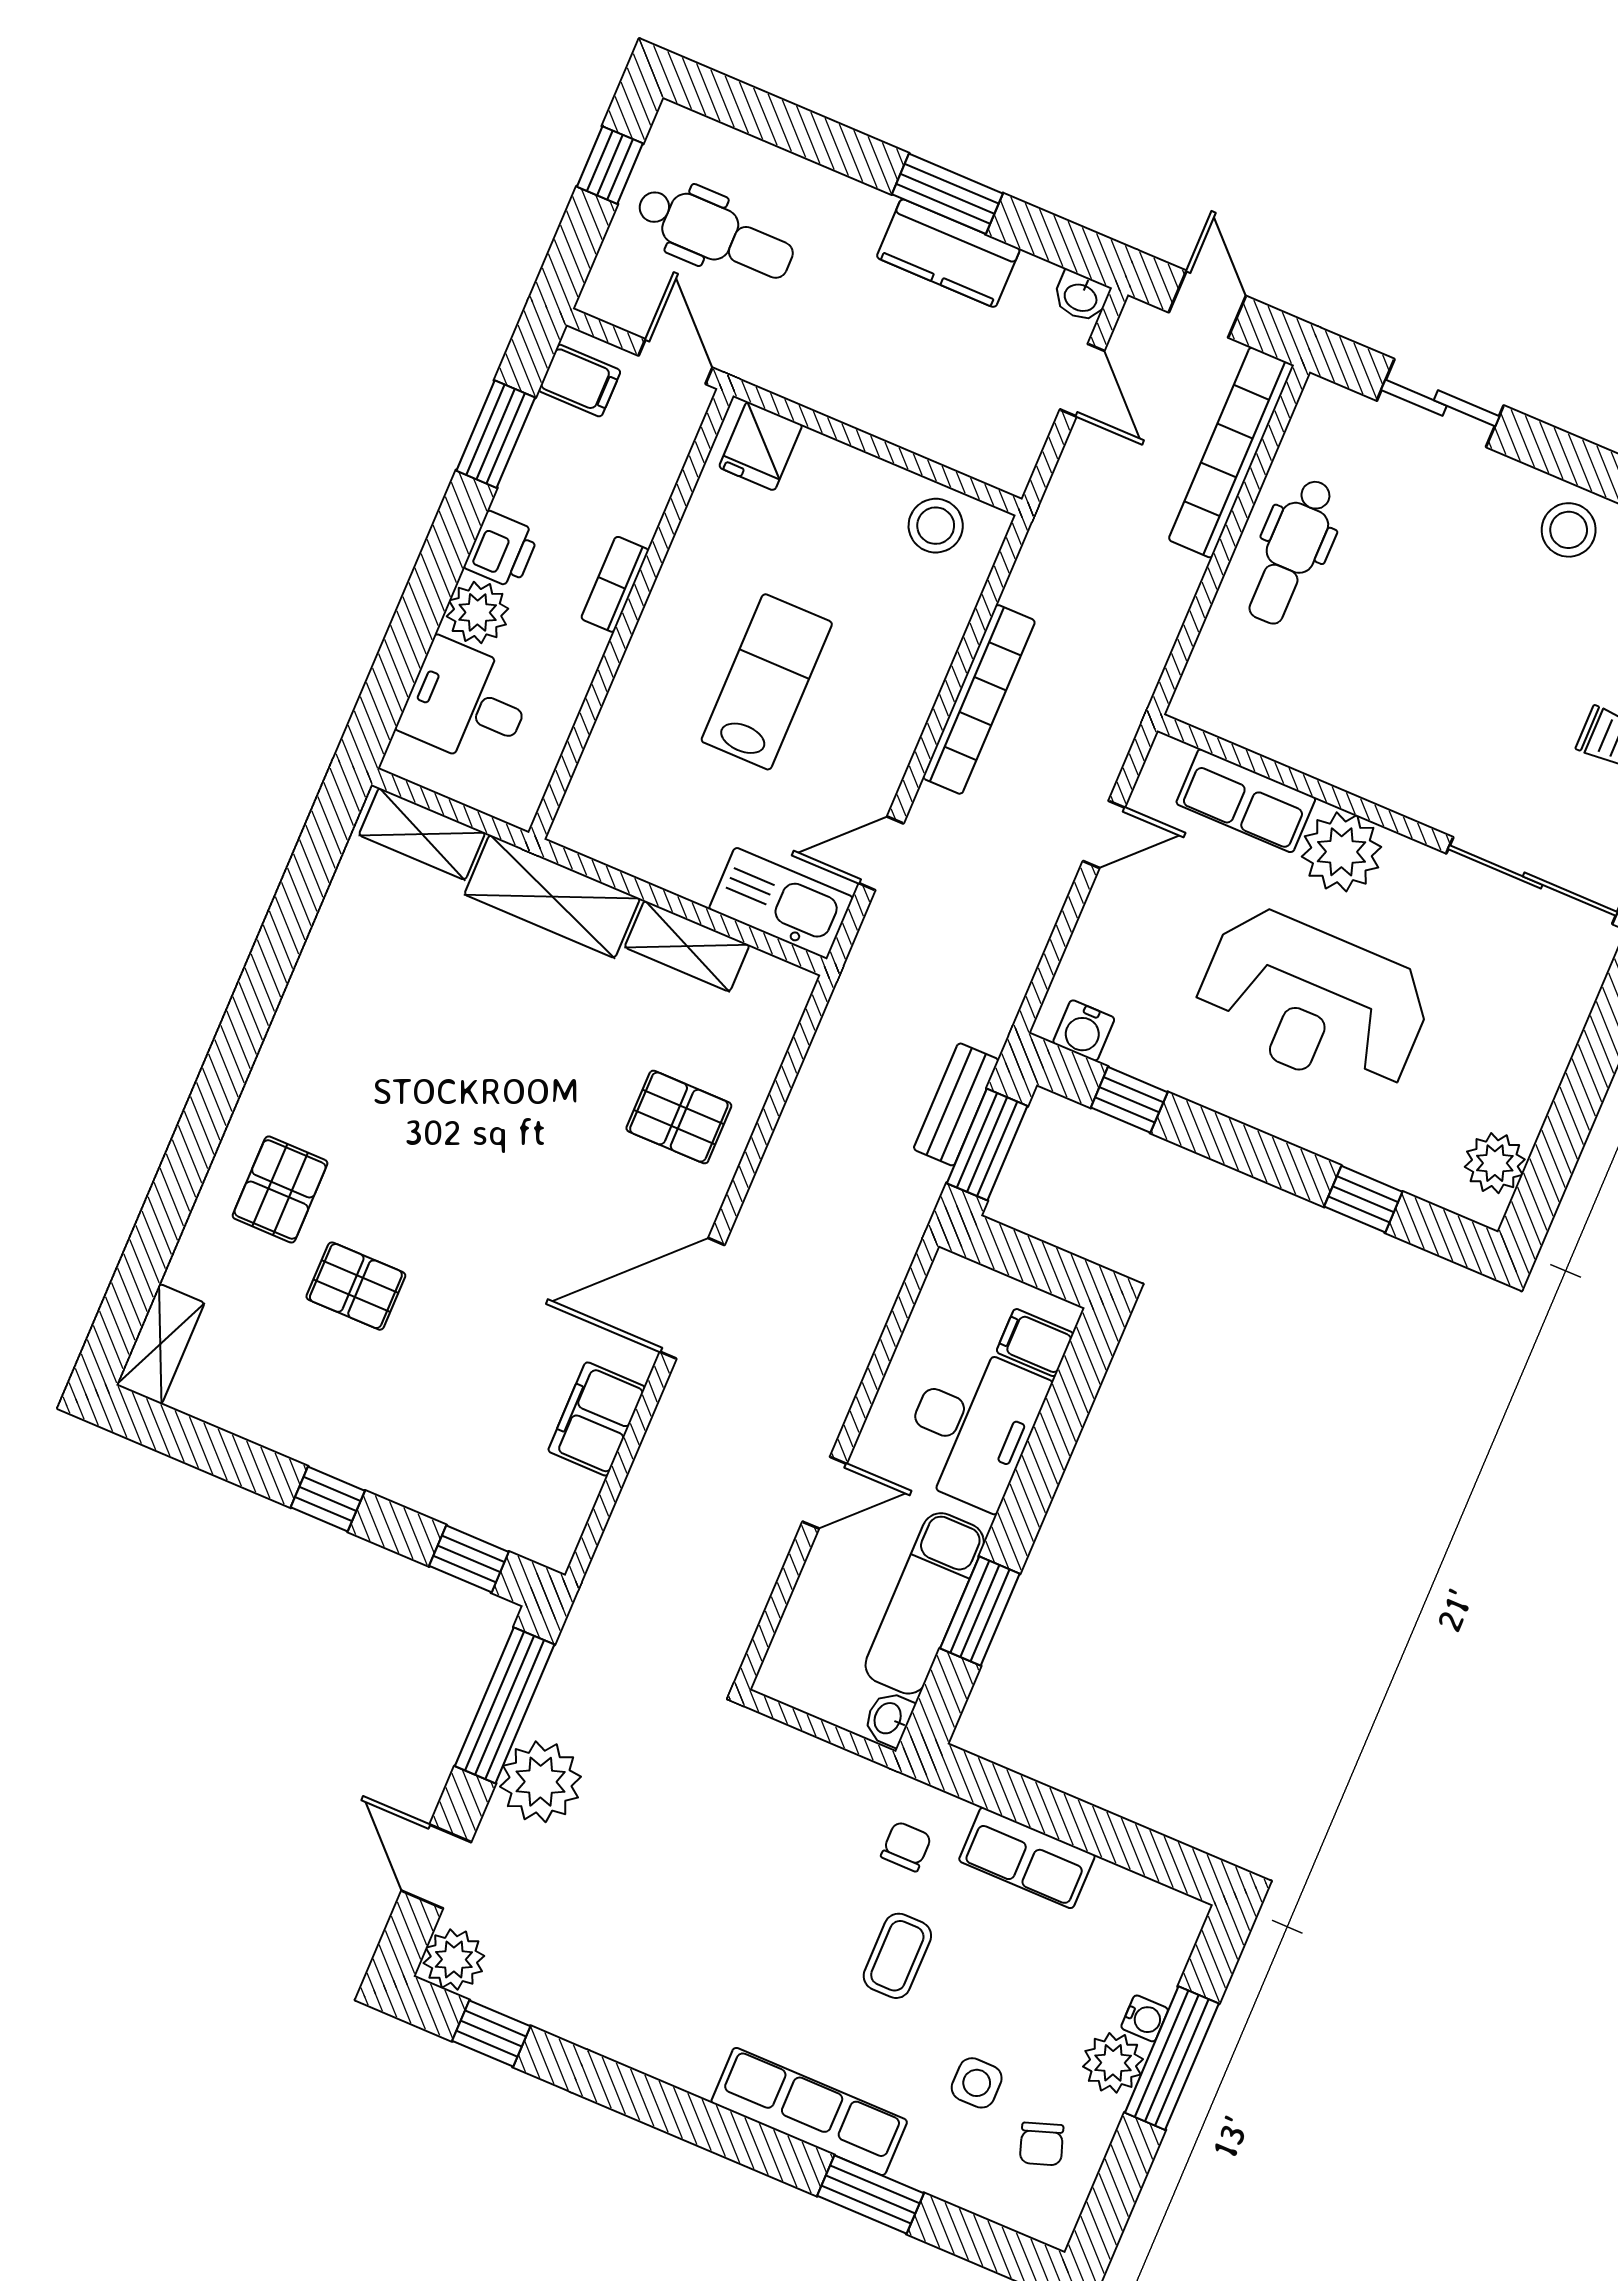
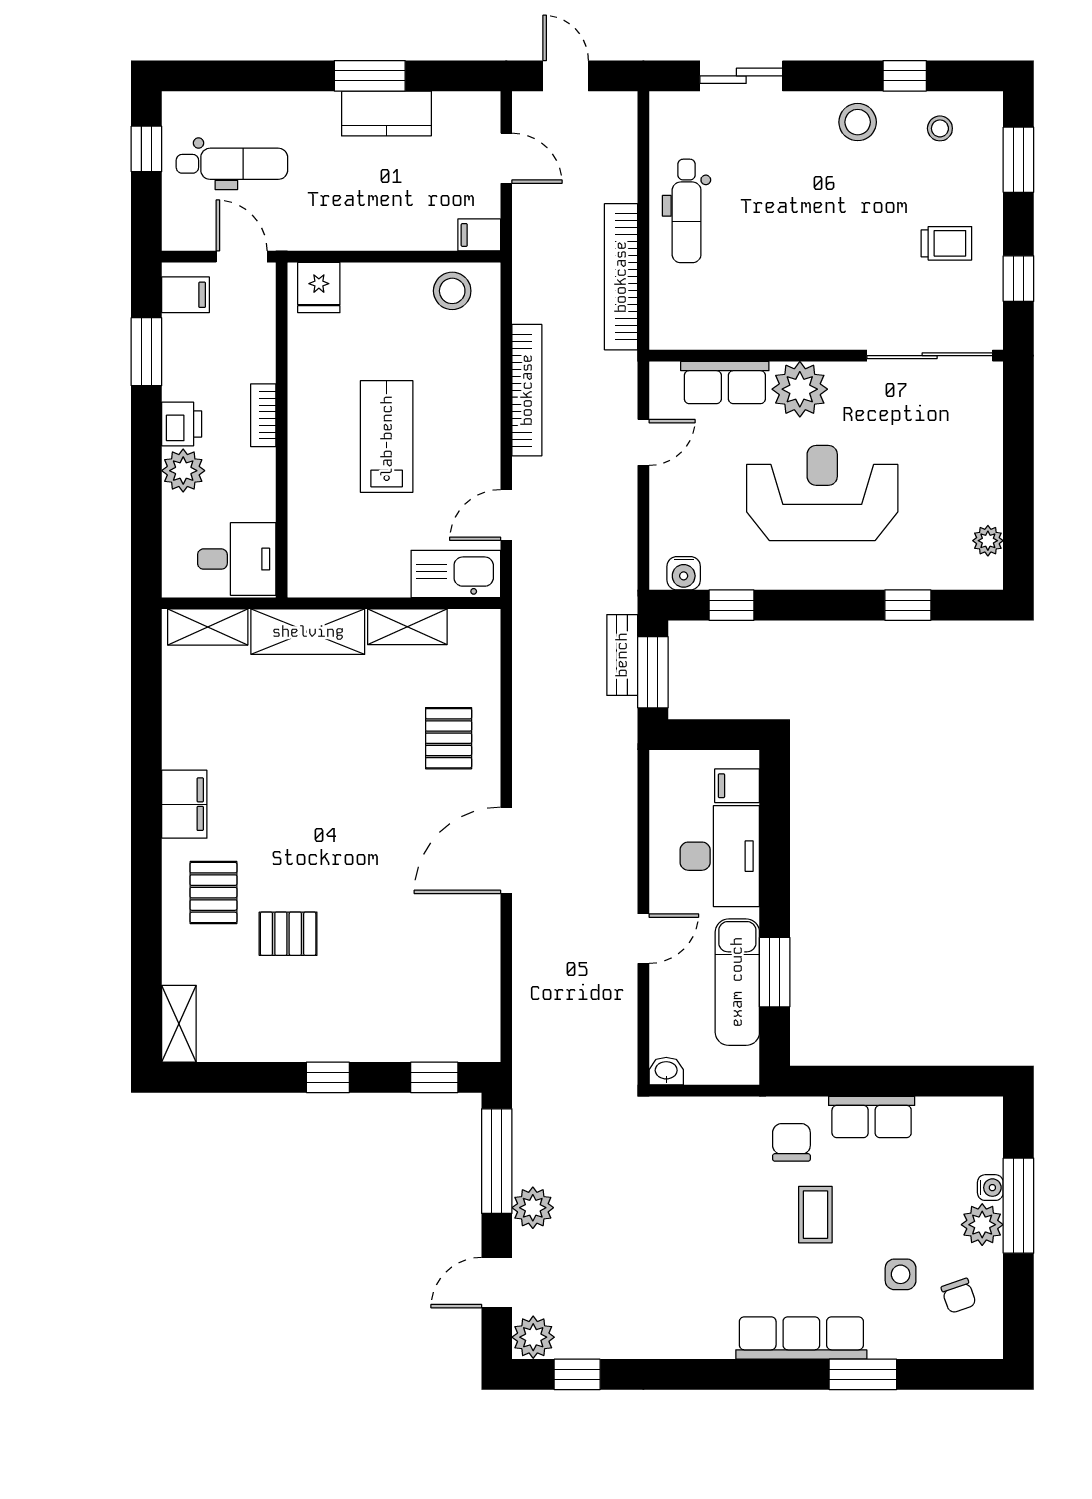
washbasin: (1081, 297) -> (483, 105), removed
bookcase: (1231, 452) -> (621, 277), moved
filing cabinet: (1003, 467) -> (479, 235), added
desk: (467, 703) -> (237, 559), moved, turned 180
reception desk: (1313, 1002) -> (822, 493), turned 180
pallet: (679, 1117) -> (449, 738), turned 90
plant: (1495, 1163) -> (988, 541), width x0.73, depth x0.73
filing cabinet: (597, 1419) -> (184, 804), moved, turned 180
washbasin: (889, 1719) -> (666, 1071), moved, turned 90
plant: (541, 1782) -> (533, 1208), width x0.73, depth x0.73
chair: (906, 1846) -> (791, 1142), width x1.37, depth x1.37
door: (436, 1866) -> (497, 1283), hinge flipped

